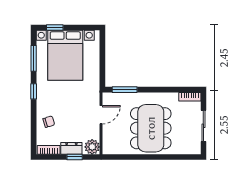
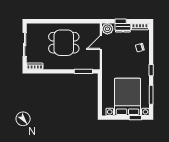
door: (101, 115) -> (101, 43), moved
dining table: (151, 128) -> (64, 43), width x0.73

